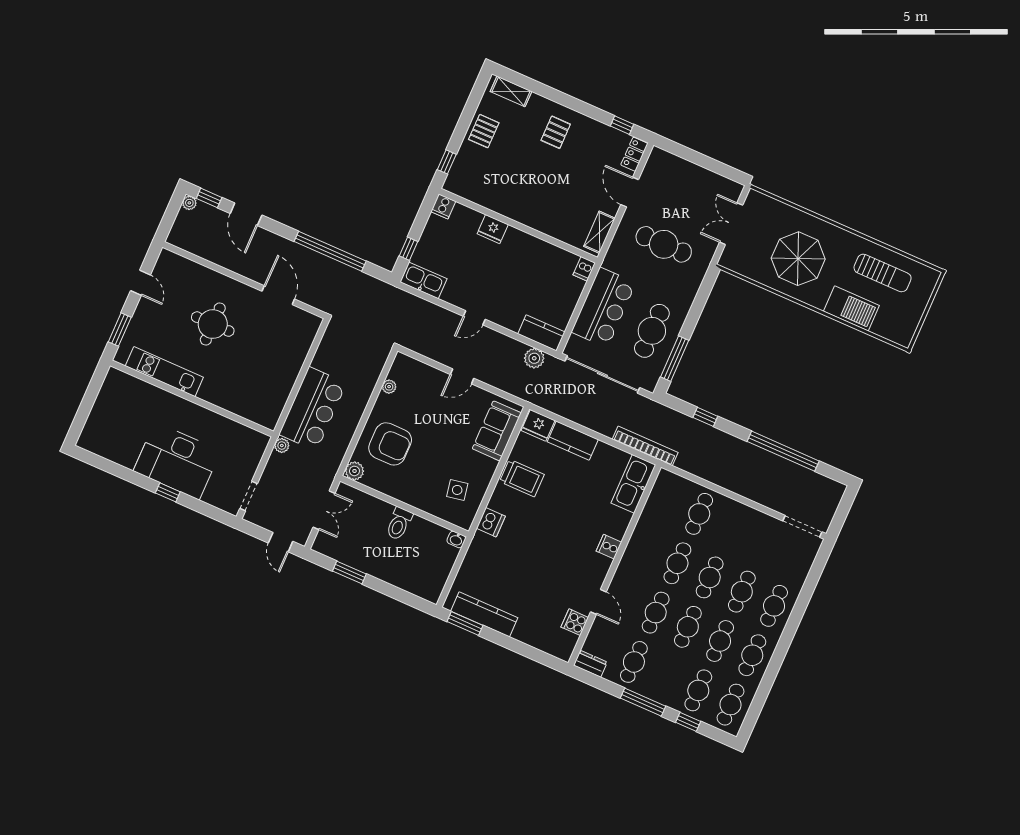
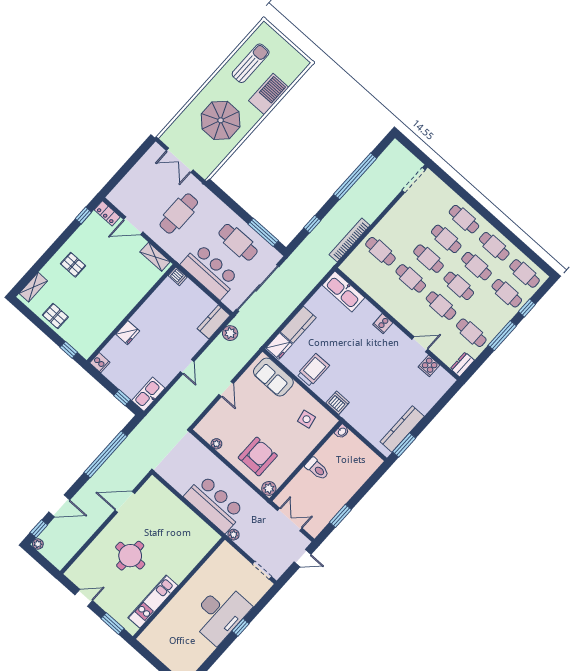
bookcase: (645, 446) -> (350, 240), moved

